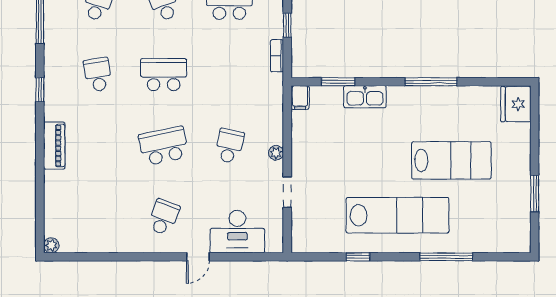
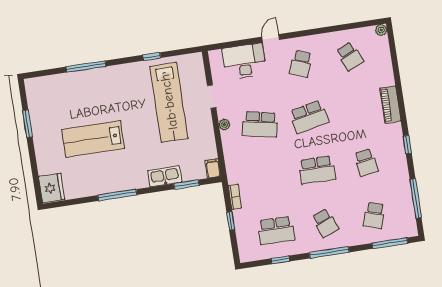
school desk: (229, 146) -> (260, 124), width x1.85
lab bench: (397, 215) -> (169, 102), moved, turned -90
school desk: (98, 217) -> (350, 56), added

